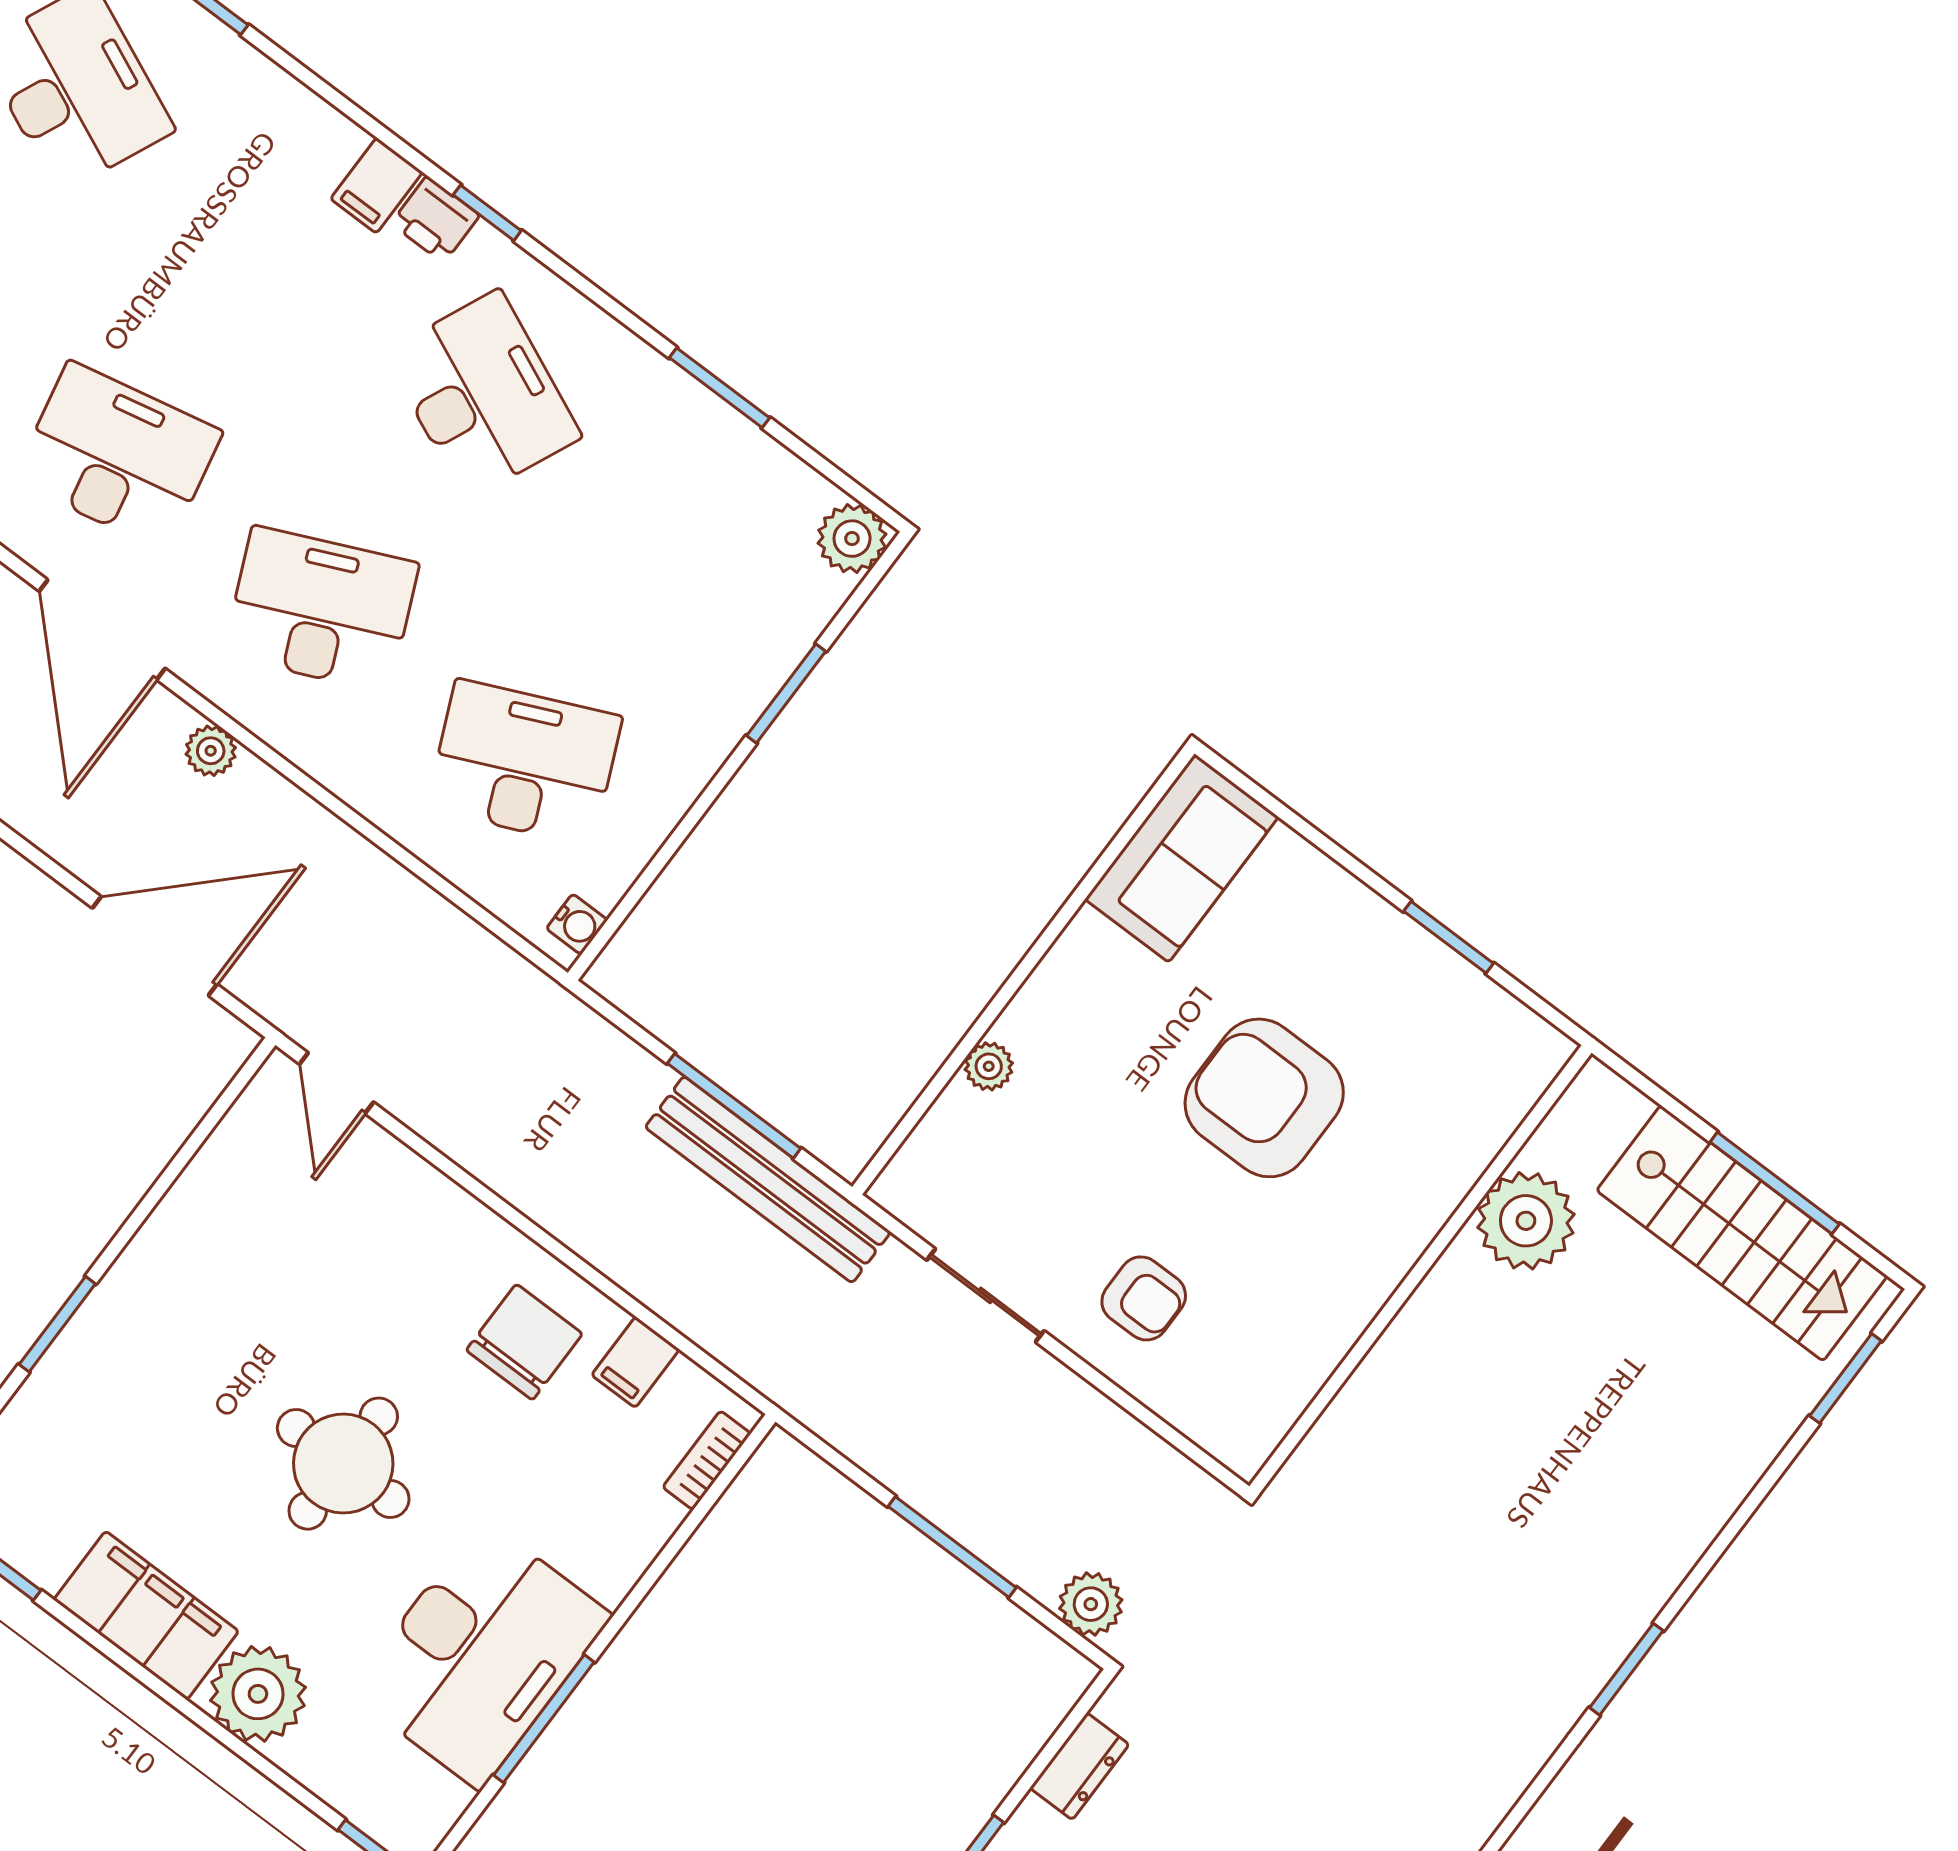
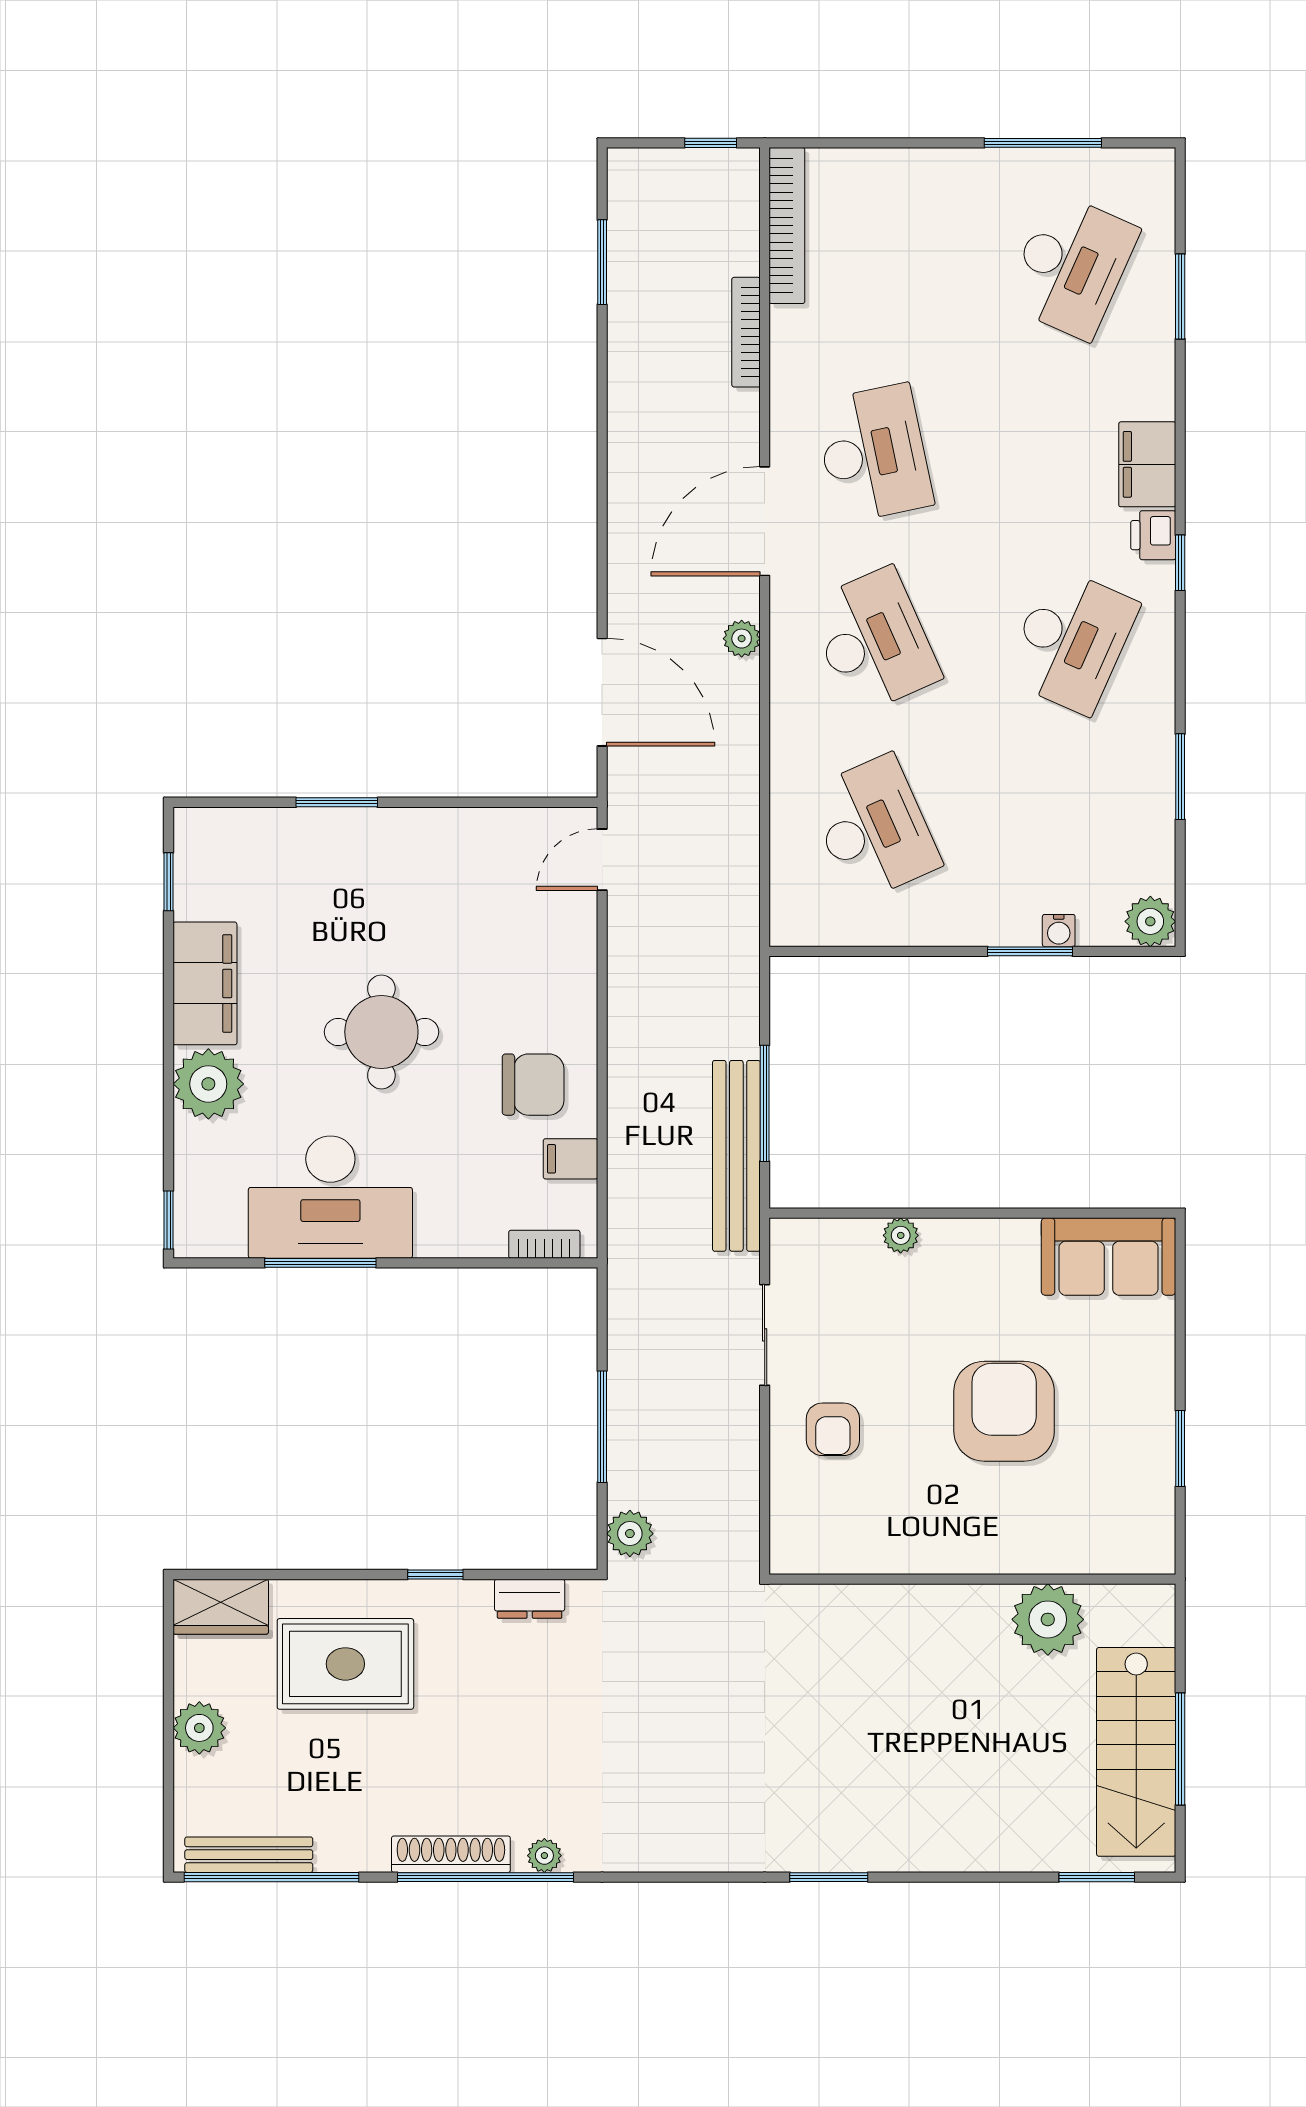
filing cabinet: (377, 185) -> (1147, 464), width x2.00
water cooler: (577, 924) -> (1059, 931), moved

